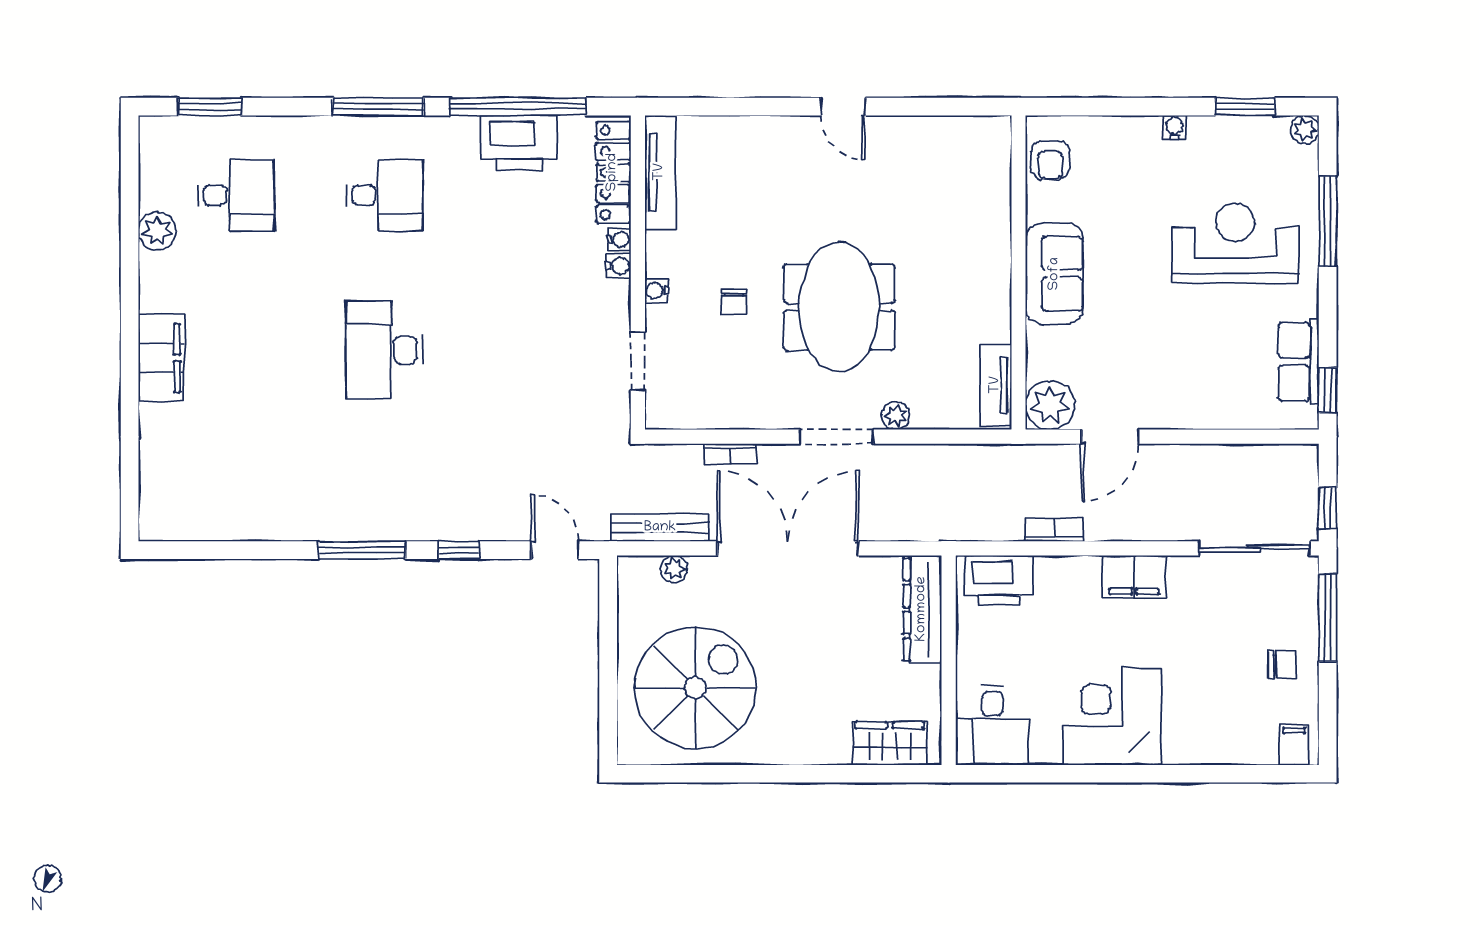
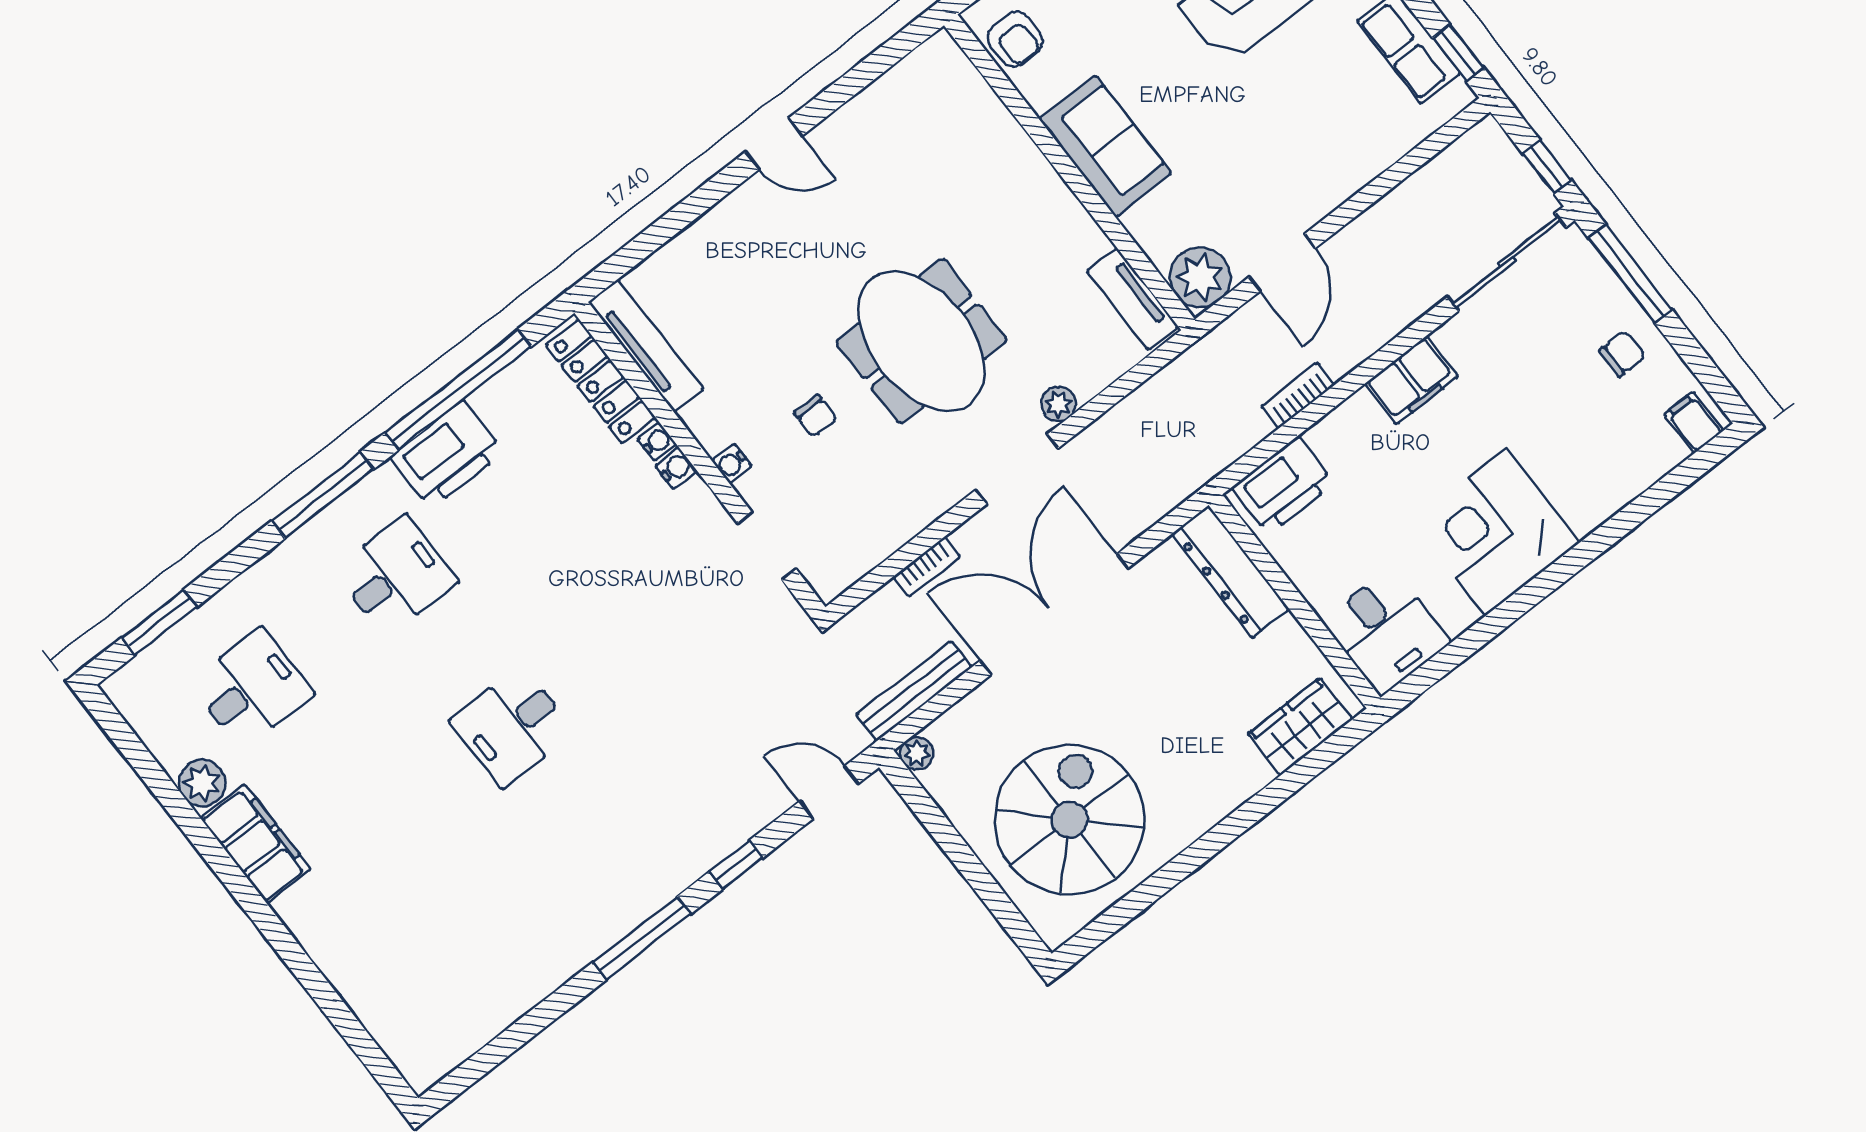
printer: (519, 143) -> (447, 455), moved
desk: (385, 350) -> (513, 726), width x0.73
filing cabinet: (161, 358) -> (256, 844), moved
plant: (674, 569) -> (917, 753), moved

